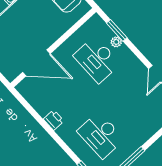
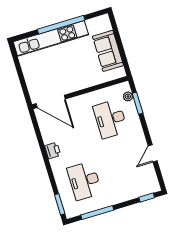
plant: (116, 42) -> (128, 96), moved
door: (36, 63) -> (51, 101), moved

